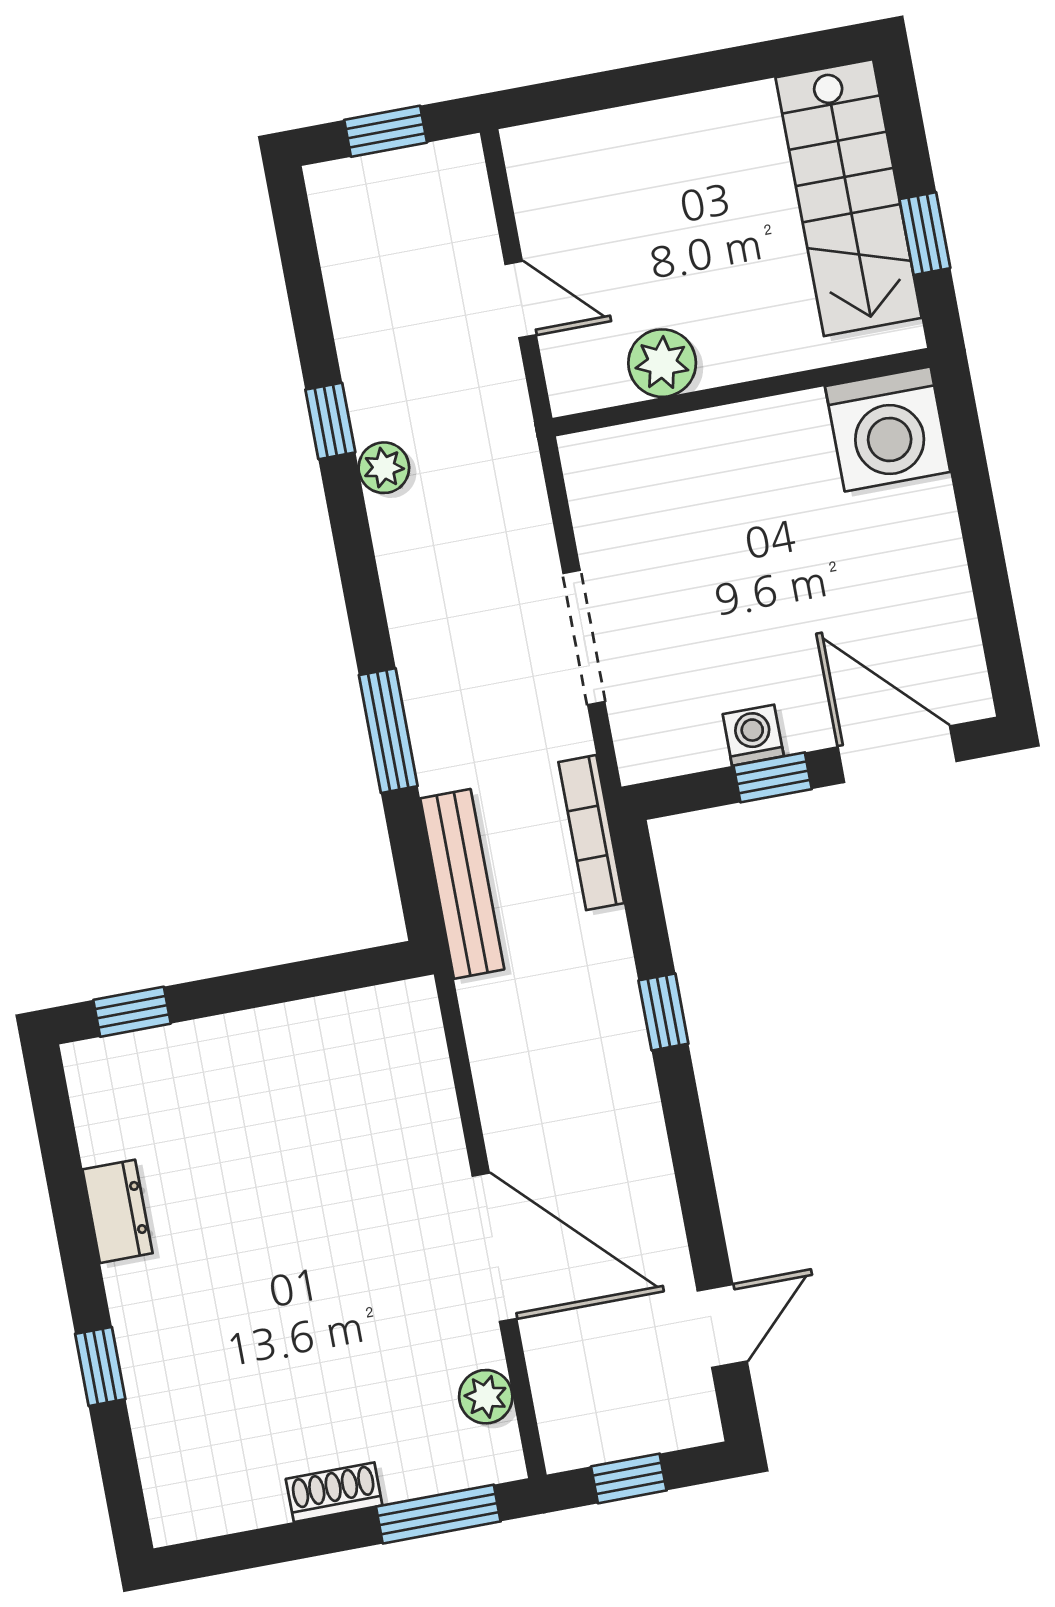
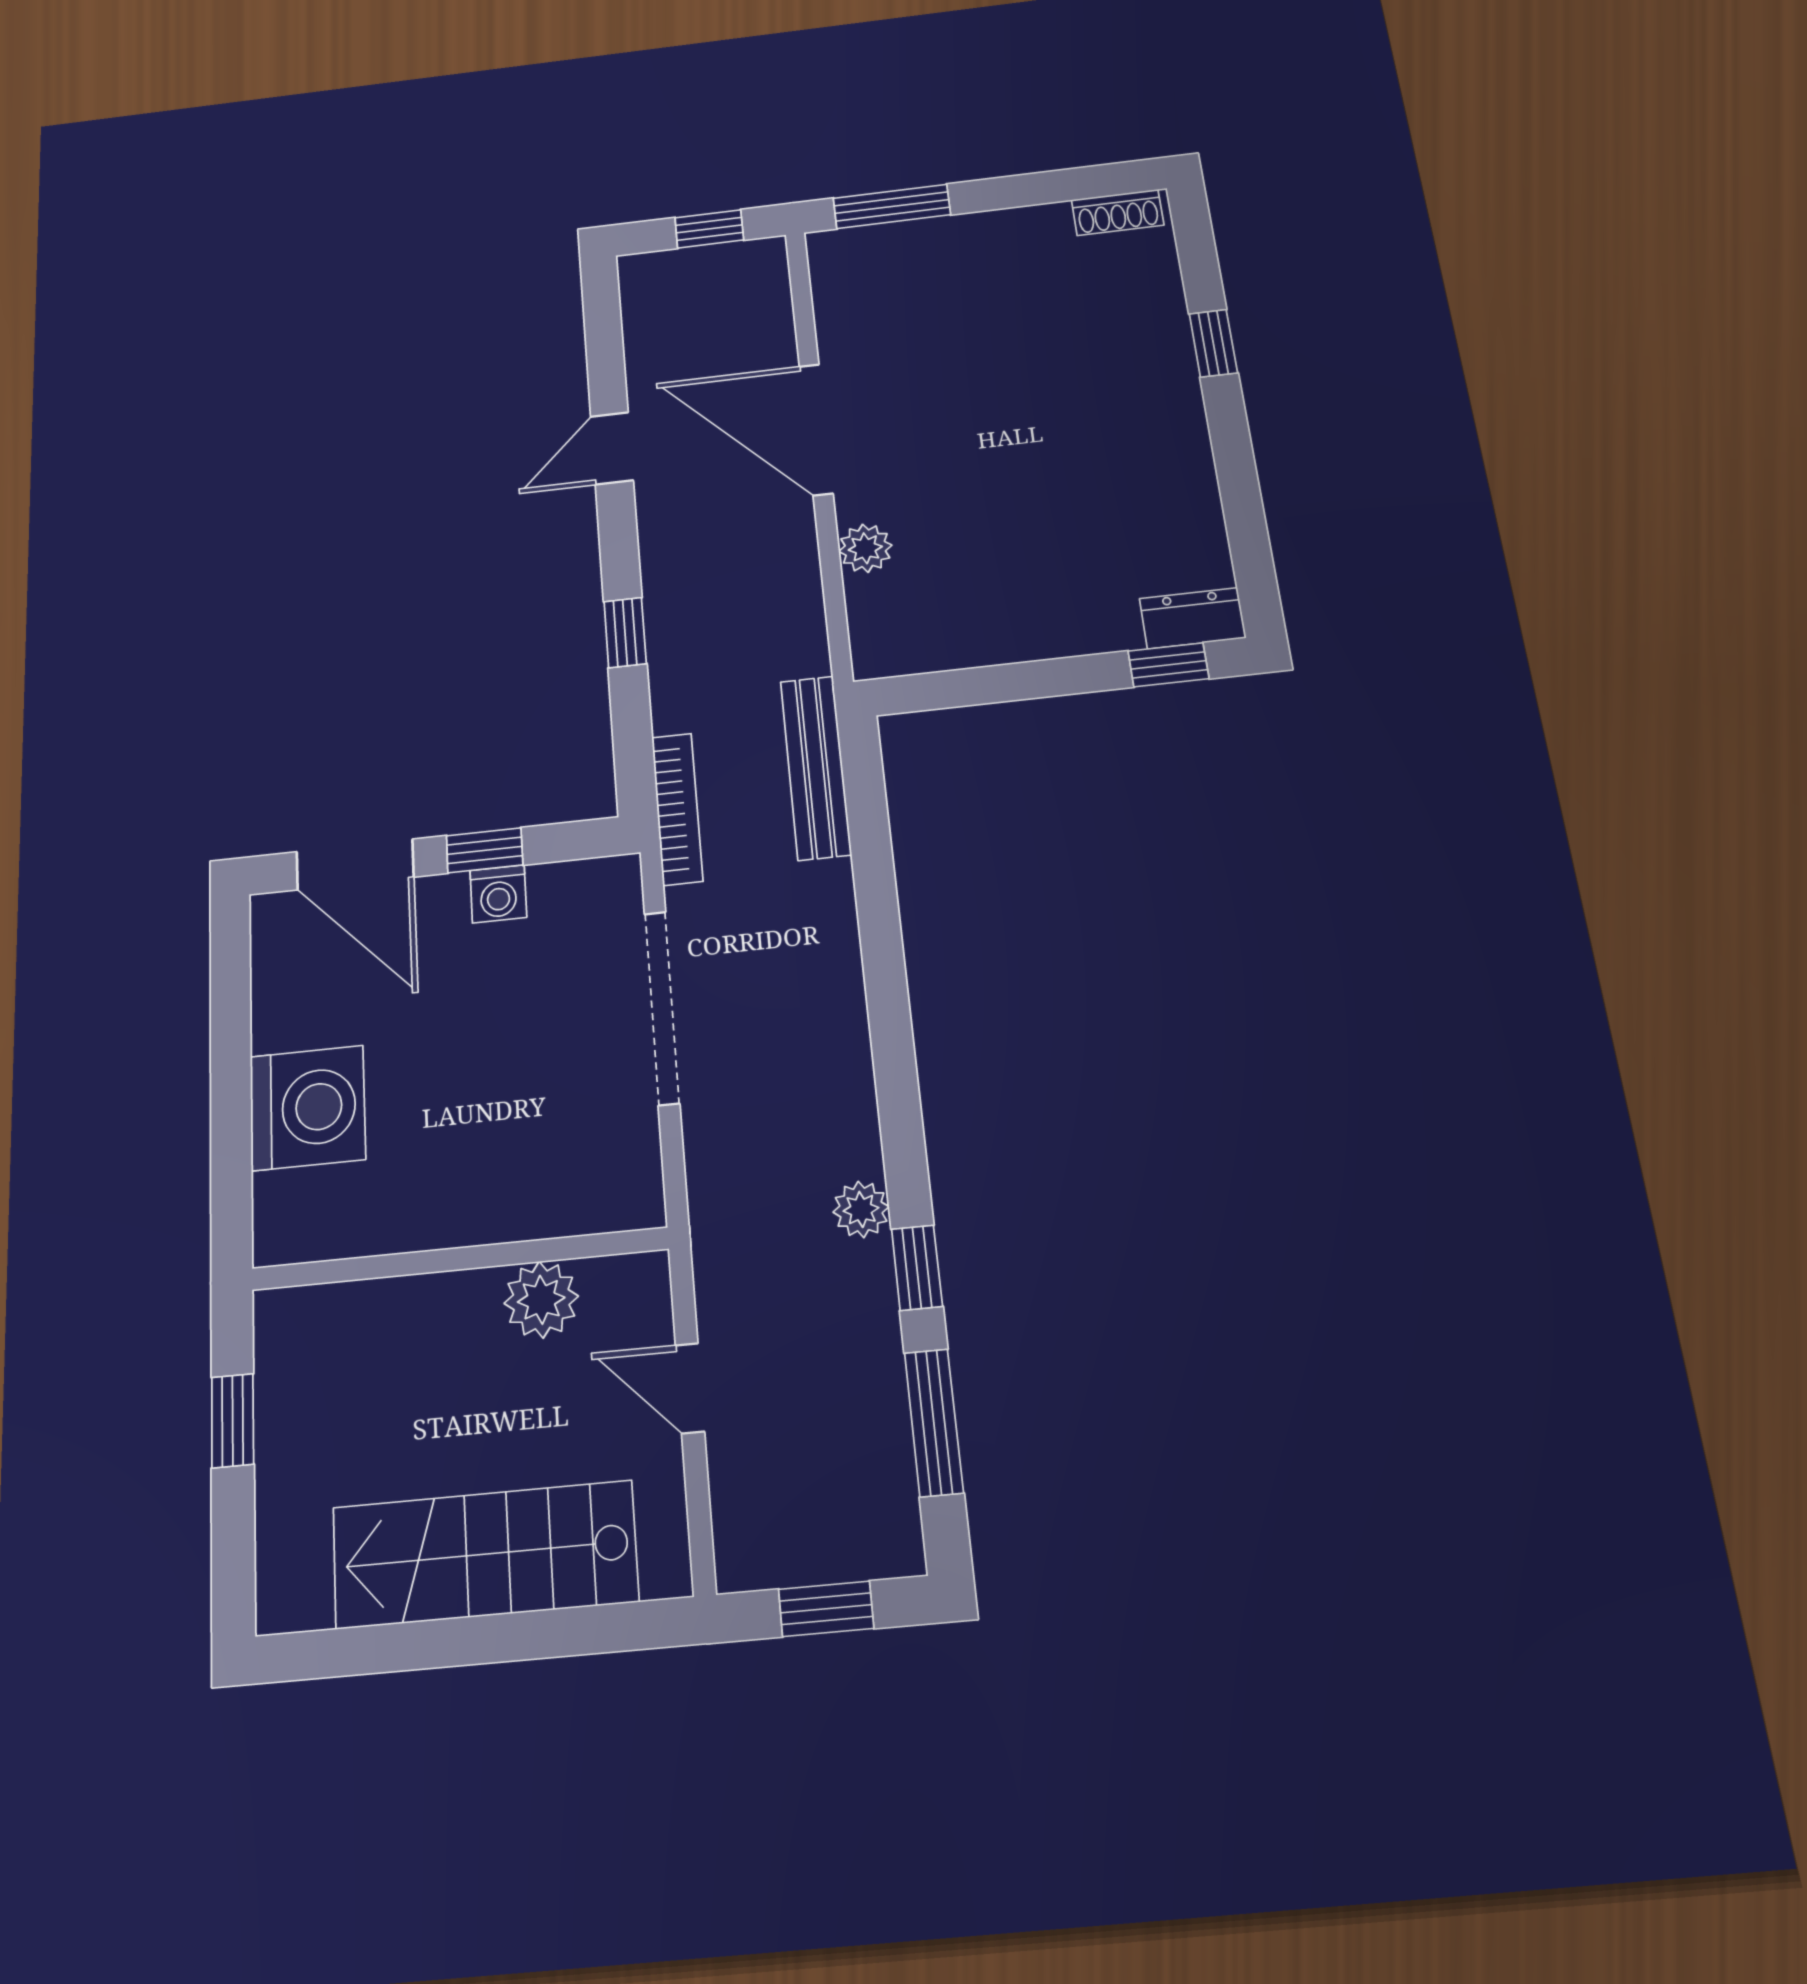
stairs: (848, 198) -> (485, 1554), moved, turned -90
washing machine: (888, 429) -> (308, 1108), moved, turned 90
doorway: (584, 637) -> (662, 1007), width x1.36
window: (388, 731) -> (934, 1422), moved
dresser: (118, 1211) -> (1193, 618), moved, turned 90
door: (722, 1326) -> (612, 448), moved
plant: (486, 1397) -> (865, 548), moved
shoe rack: (334, 1492) -> (1118, 213), moved

